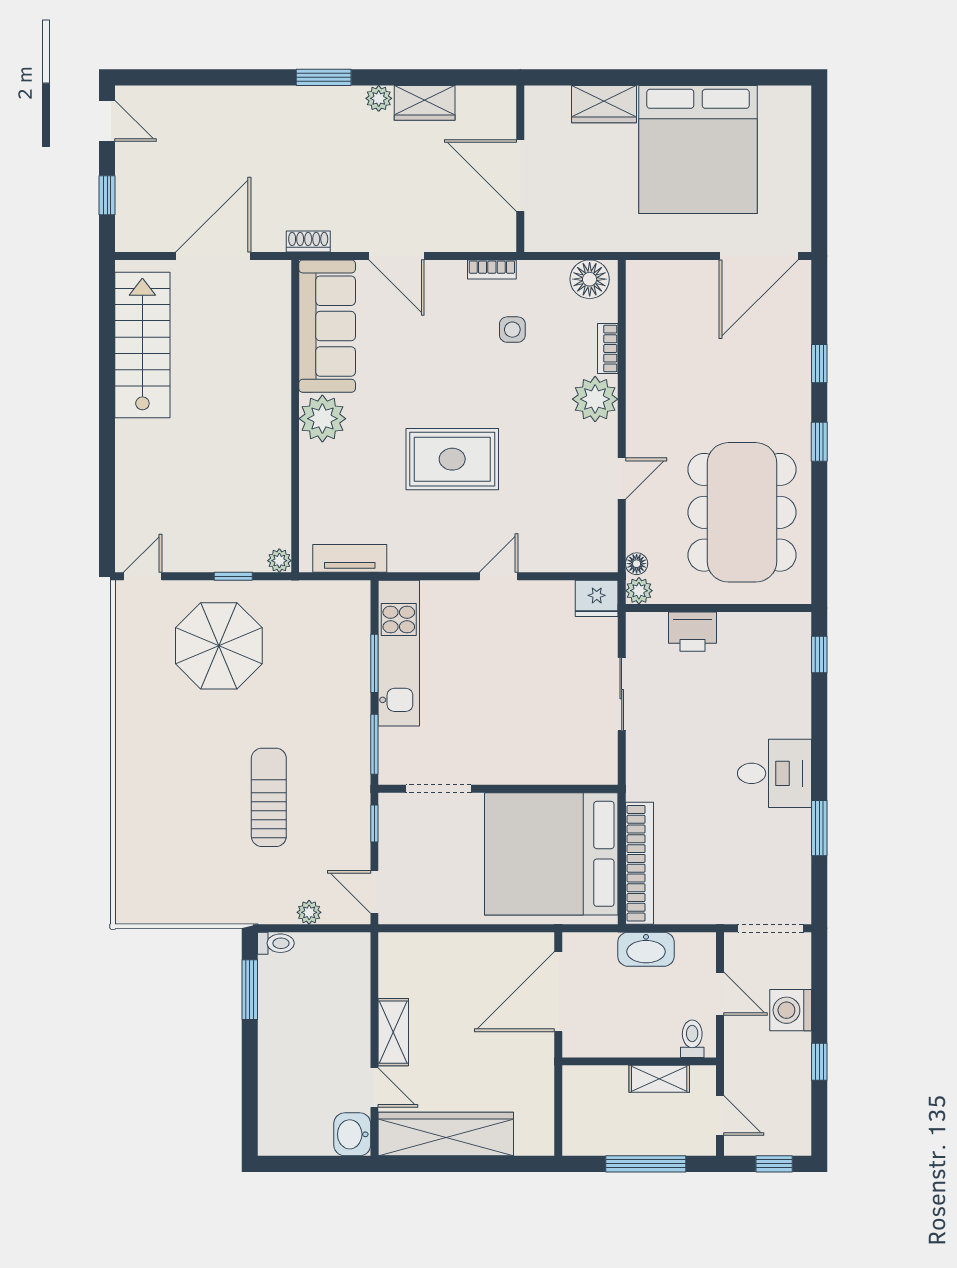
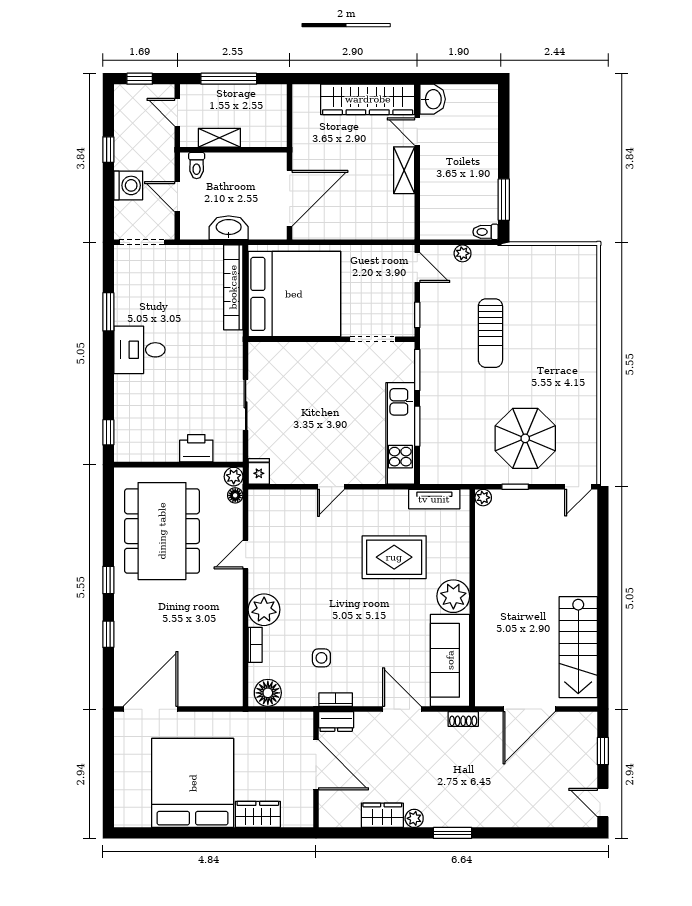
dresser: (491, 238) -> (336, 722), added
rug: (452, 459) -> (394, 557), moved
fridge: (597, 598) -> (259, 471), width x0.72

